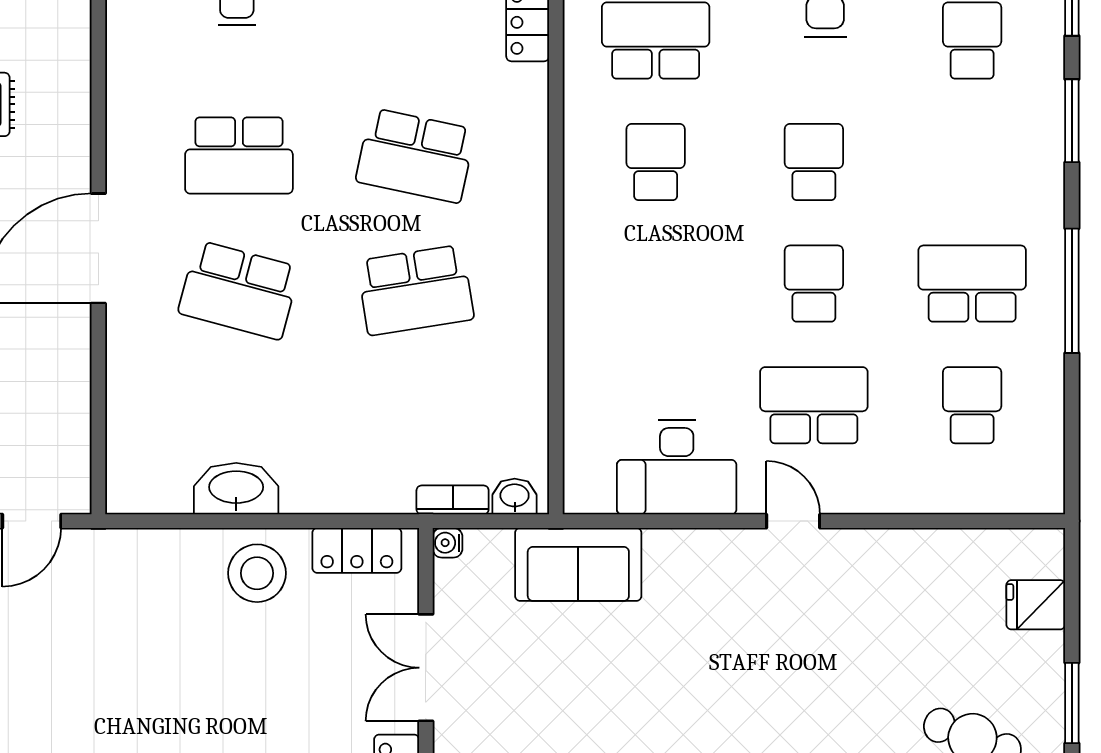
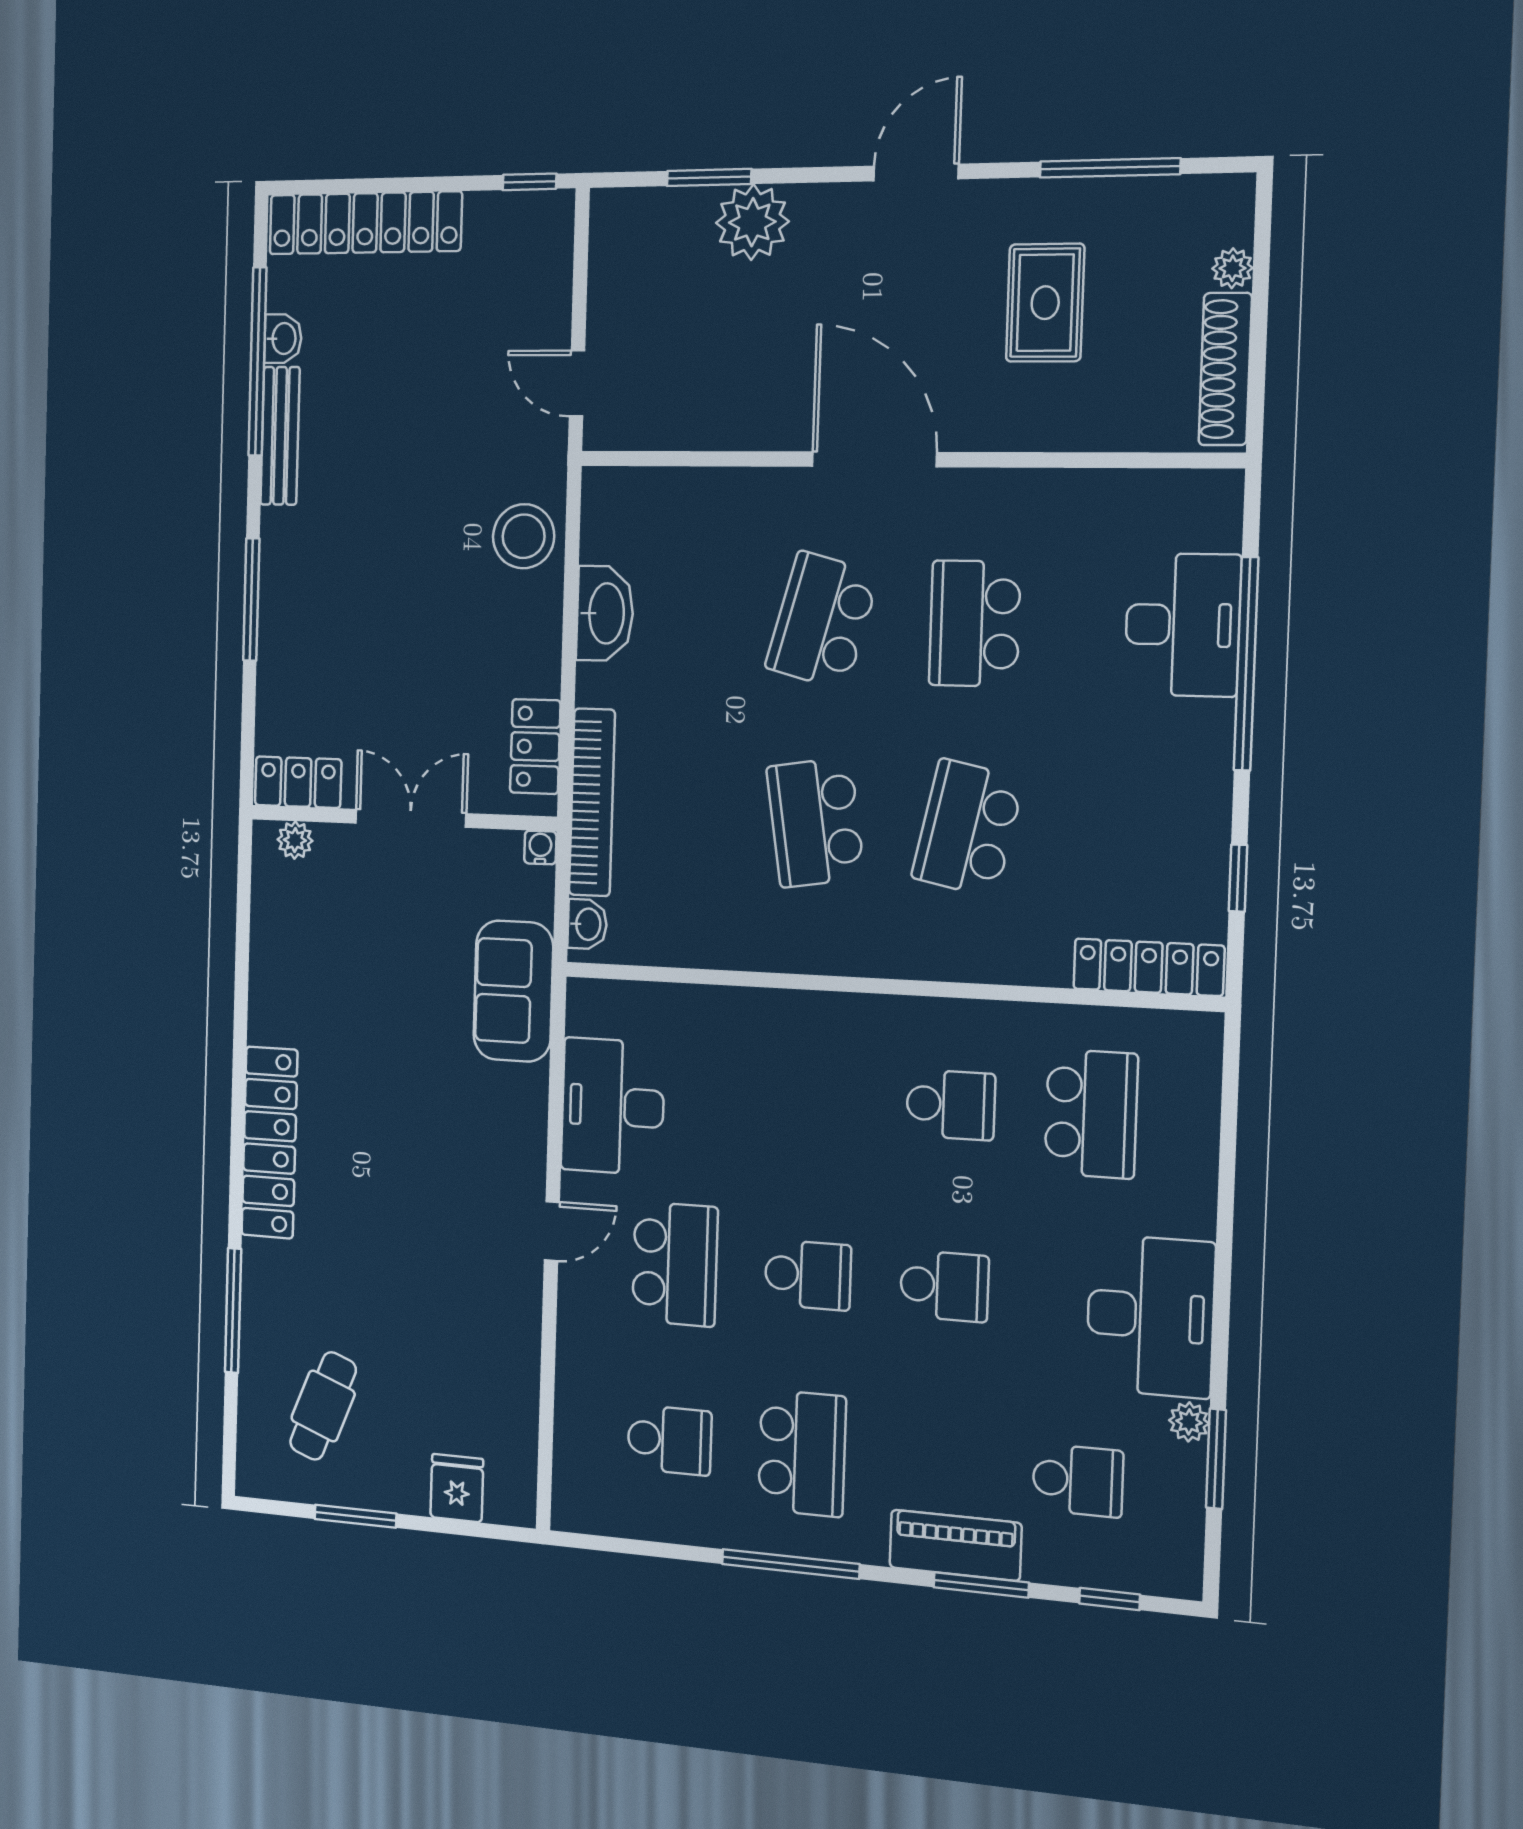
piano: (1040, 144) -> (955, 1545), added
bookcase: (453, 500) -> (592, 802), width x2.31, depth x1.31
stool: (257, 573) -> (524, 536), moved

